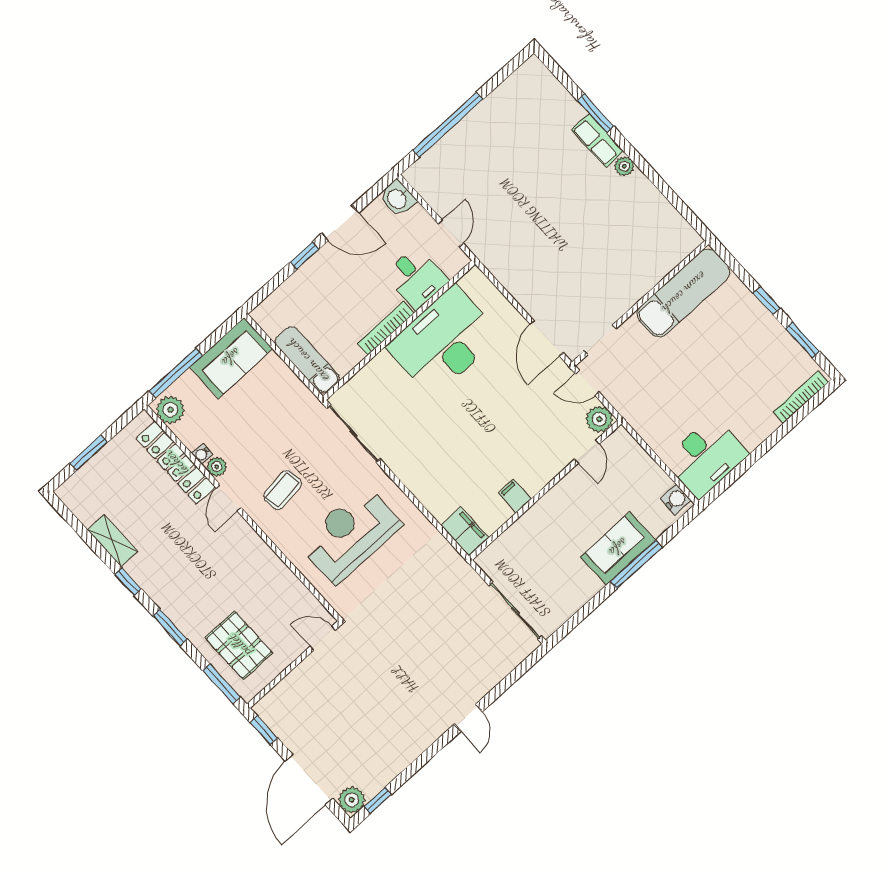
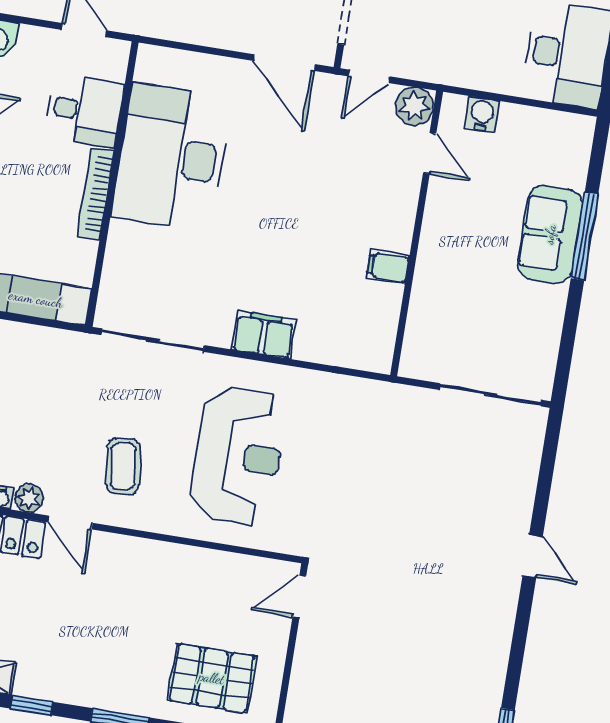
water cooler: (676, 500) -> (482, 114), moved
filing cabinet: (465, 531) -> (264, 335), moved
reception desk: (350, 534) -> (238, 456), turned 180

